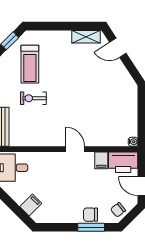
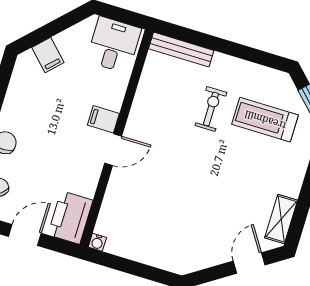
filing cabinet: (101, 160) -> (103, 119), moved

